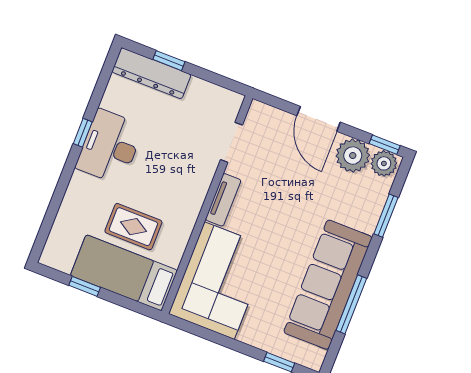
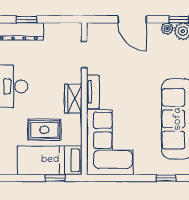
plant: (353, 156) -> (167, 28), width x0.53, depth x0.53
wardrobe: (192, 199) -> (73, 99), added
window: (85, 286) -> (55, 178), moved

